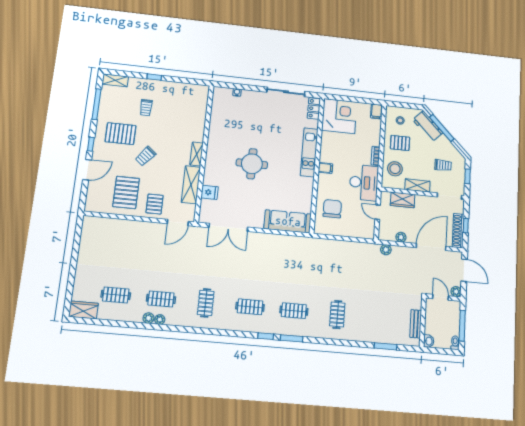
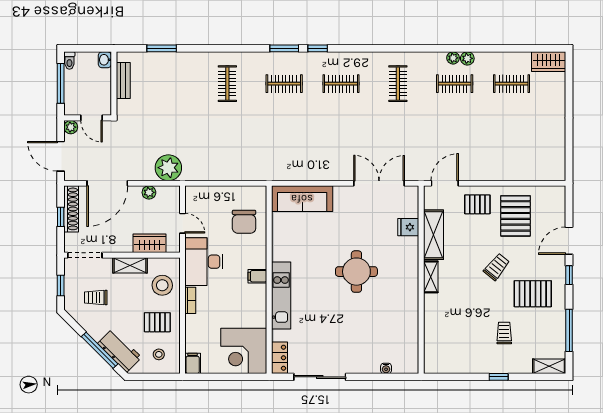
pallet: (155, 204) -> (477, 204), turned 90
plant: (386, 250) -> (168, 168), width x1.88, depth x1.88

